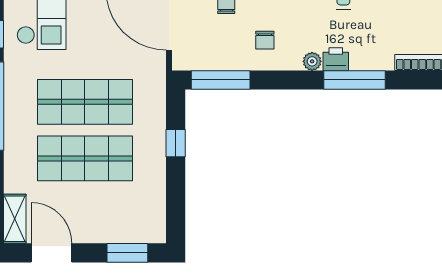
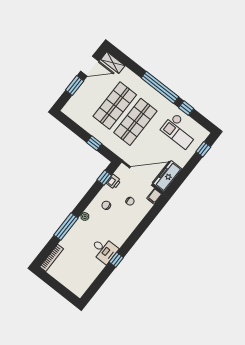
printer: (336, 59) -> (114, 182), moved
window: (221, 80) -> (104, 178), width x0.46
window: (127, 253) -> (75, 85), moved

